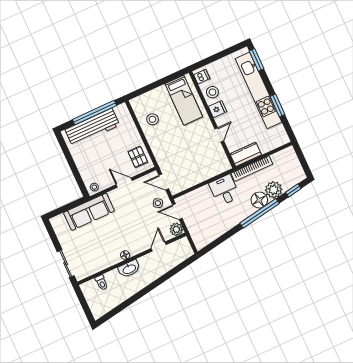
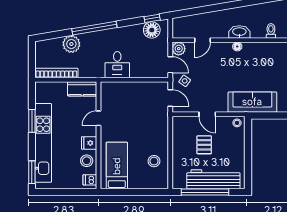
pallet: (138, 157) -> (204, 145), moved
bookcase: (252, 169) -> (56, 73), moved
window: (293, 190) -> (152, 18), moved
floor lamp: (259, 200) -> (152, 30), moved

